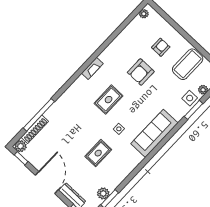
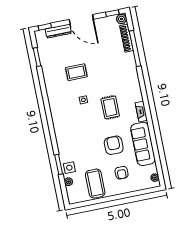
sofa: (154, 133) -> (143, 144), moved, turned 180
rug: (98, 153) -> (76, 72), turned 90
plant: (103, 193) -> (44, 55), removed

